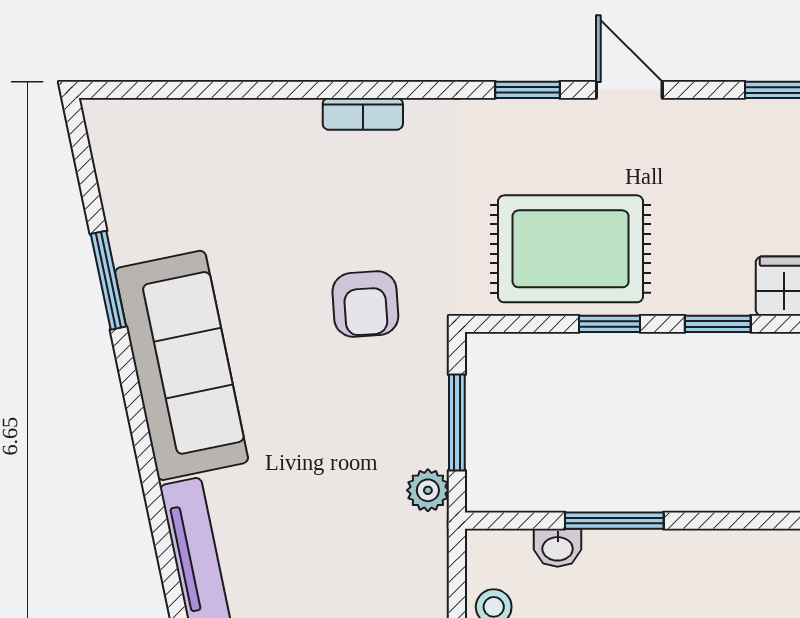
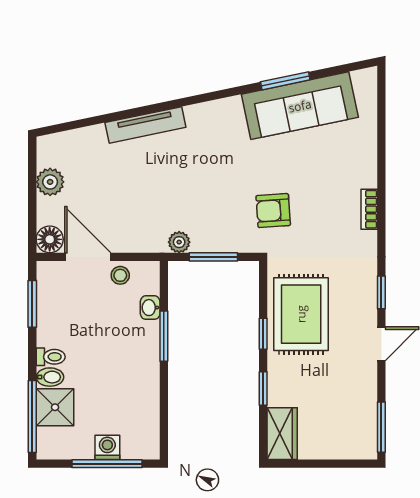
sofa: (182, 365) -> (300, 106), moved

